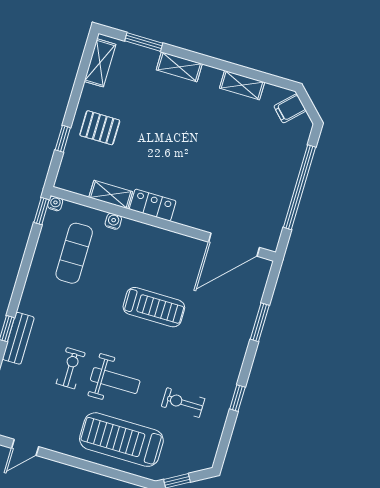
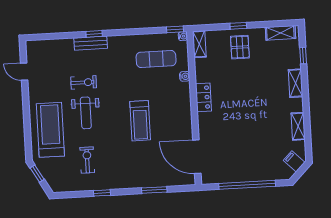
window: (144, 42) -> (303, 56), width x0.67
window: (63, 139) -> (238, 26), moved
shelving: (111, 195) -> (199, 44), moved

